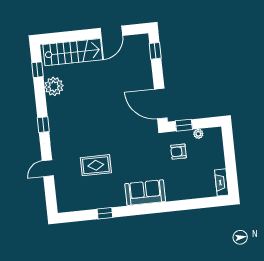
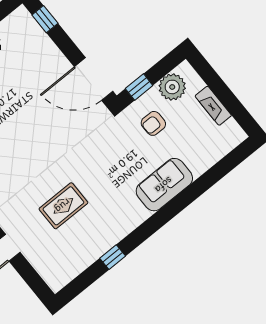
plant: (198, 134) -> (172, 87), width x1.87, depth x1.87
fireplace: (222, 182) -> (213, 106), moved
sofa: (145, 193) -> (164, 185), moved

